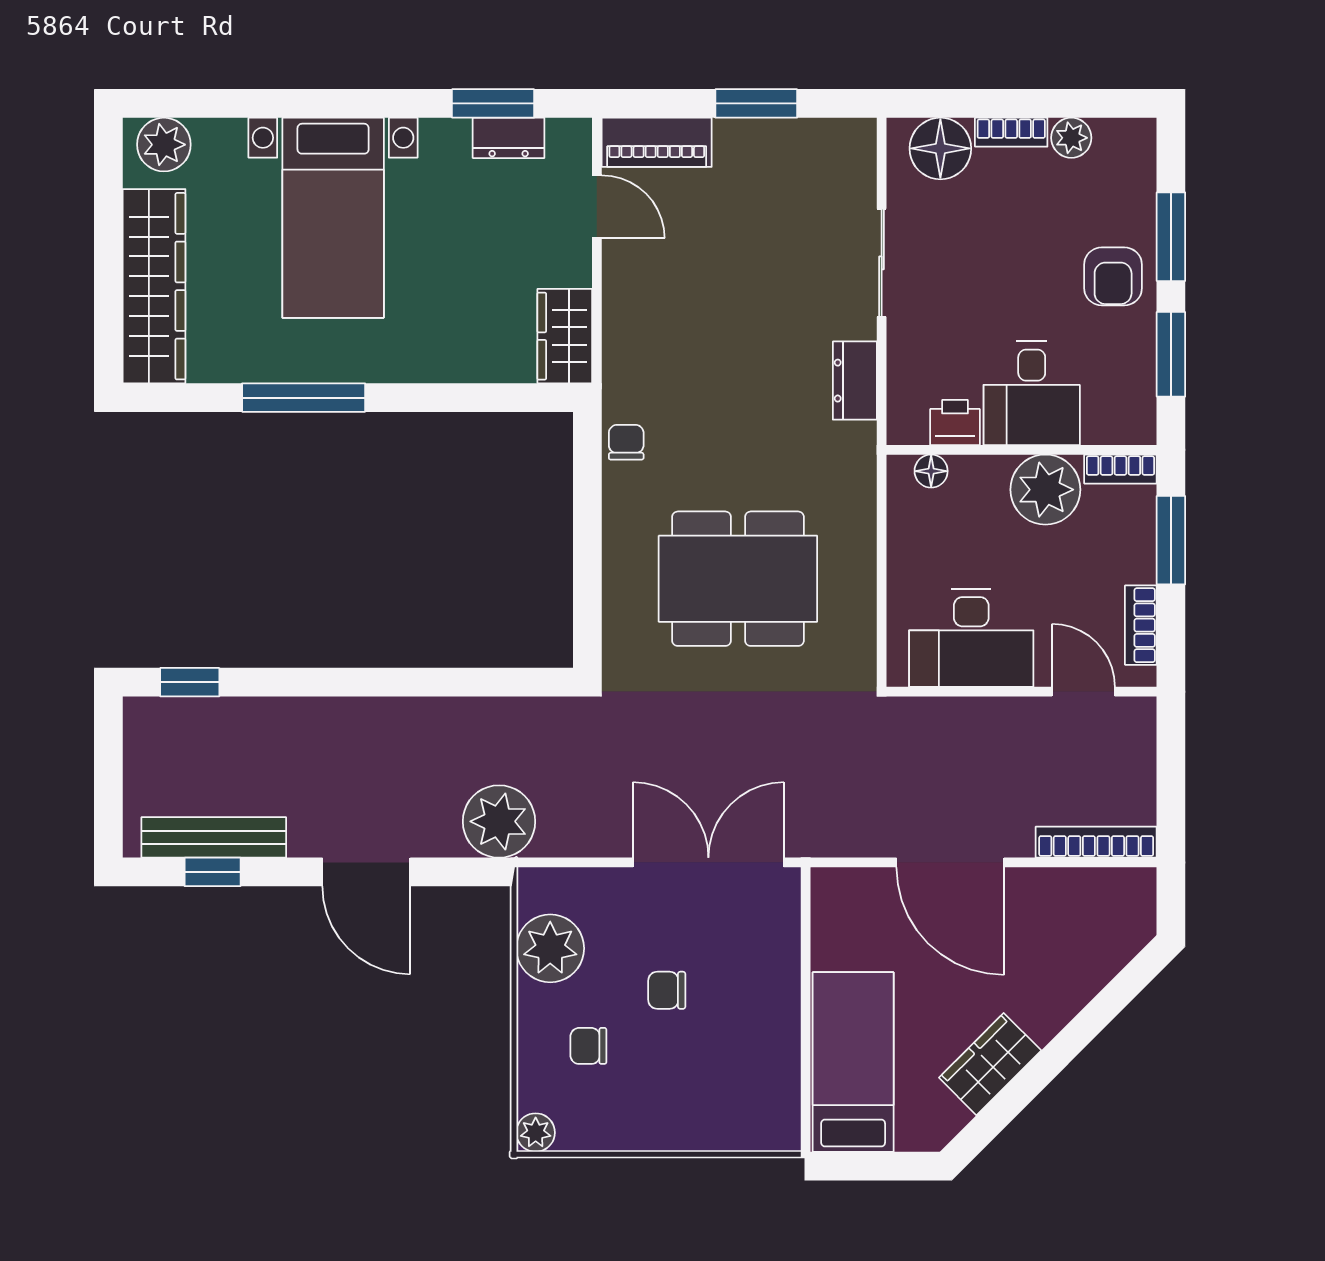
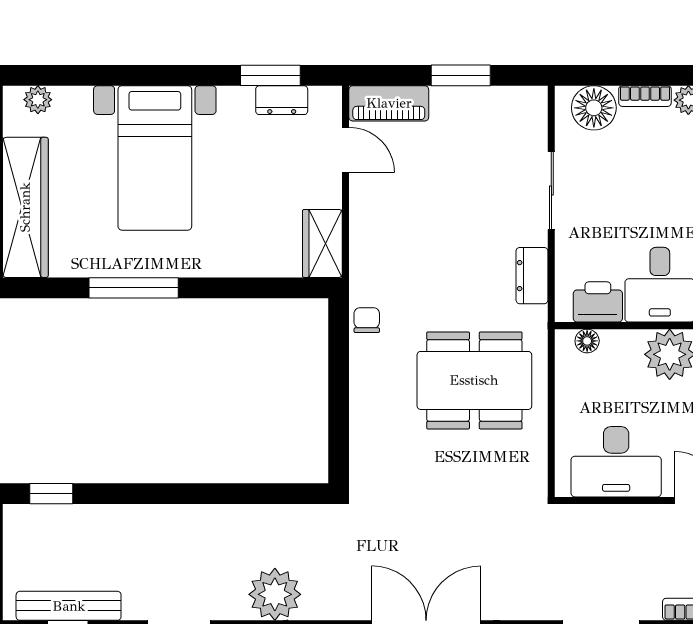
plant: (164, 145) -> (38, 100), width x0.73, depth x0.73
printer: (955, 422) -> (598, 302), width x1.36, depth x1.24
dining table: (738, 579) -> (474, 380), moved

